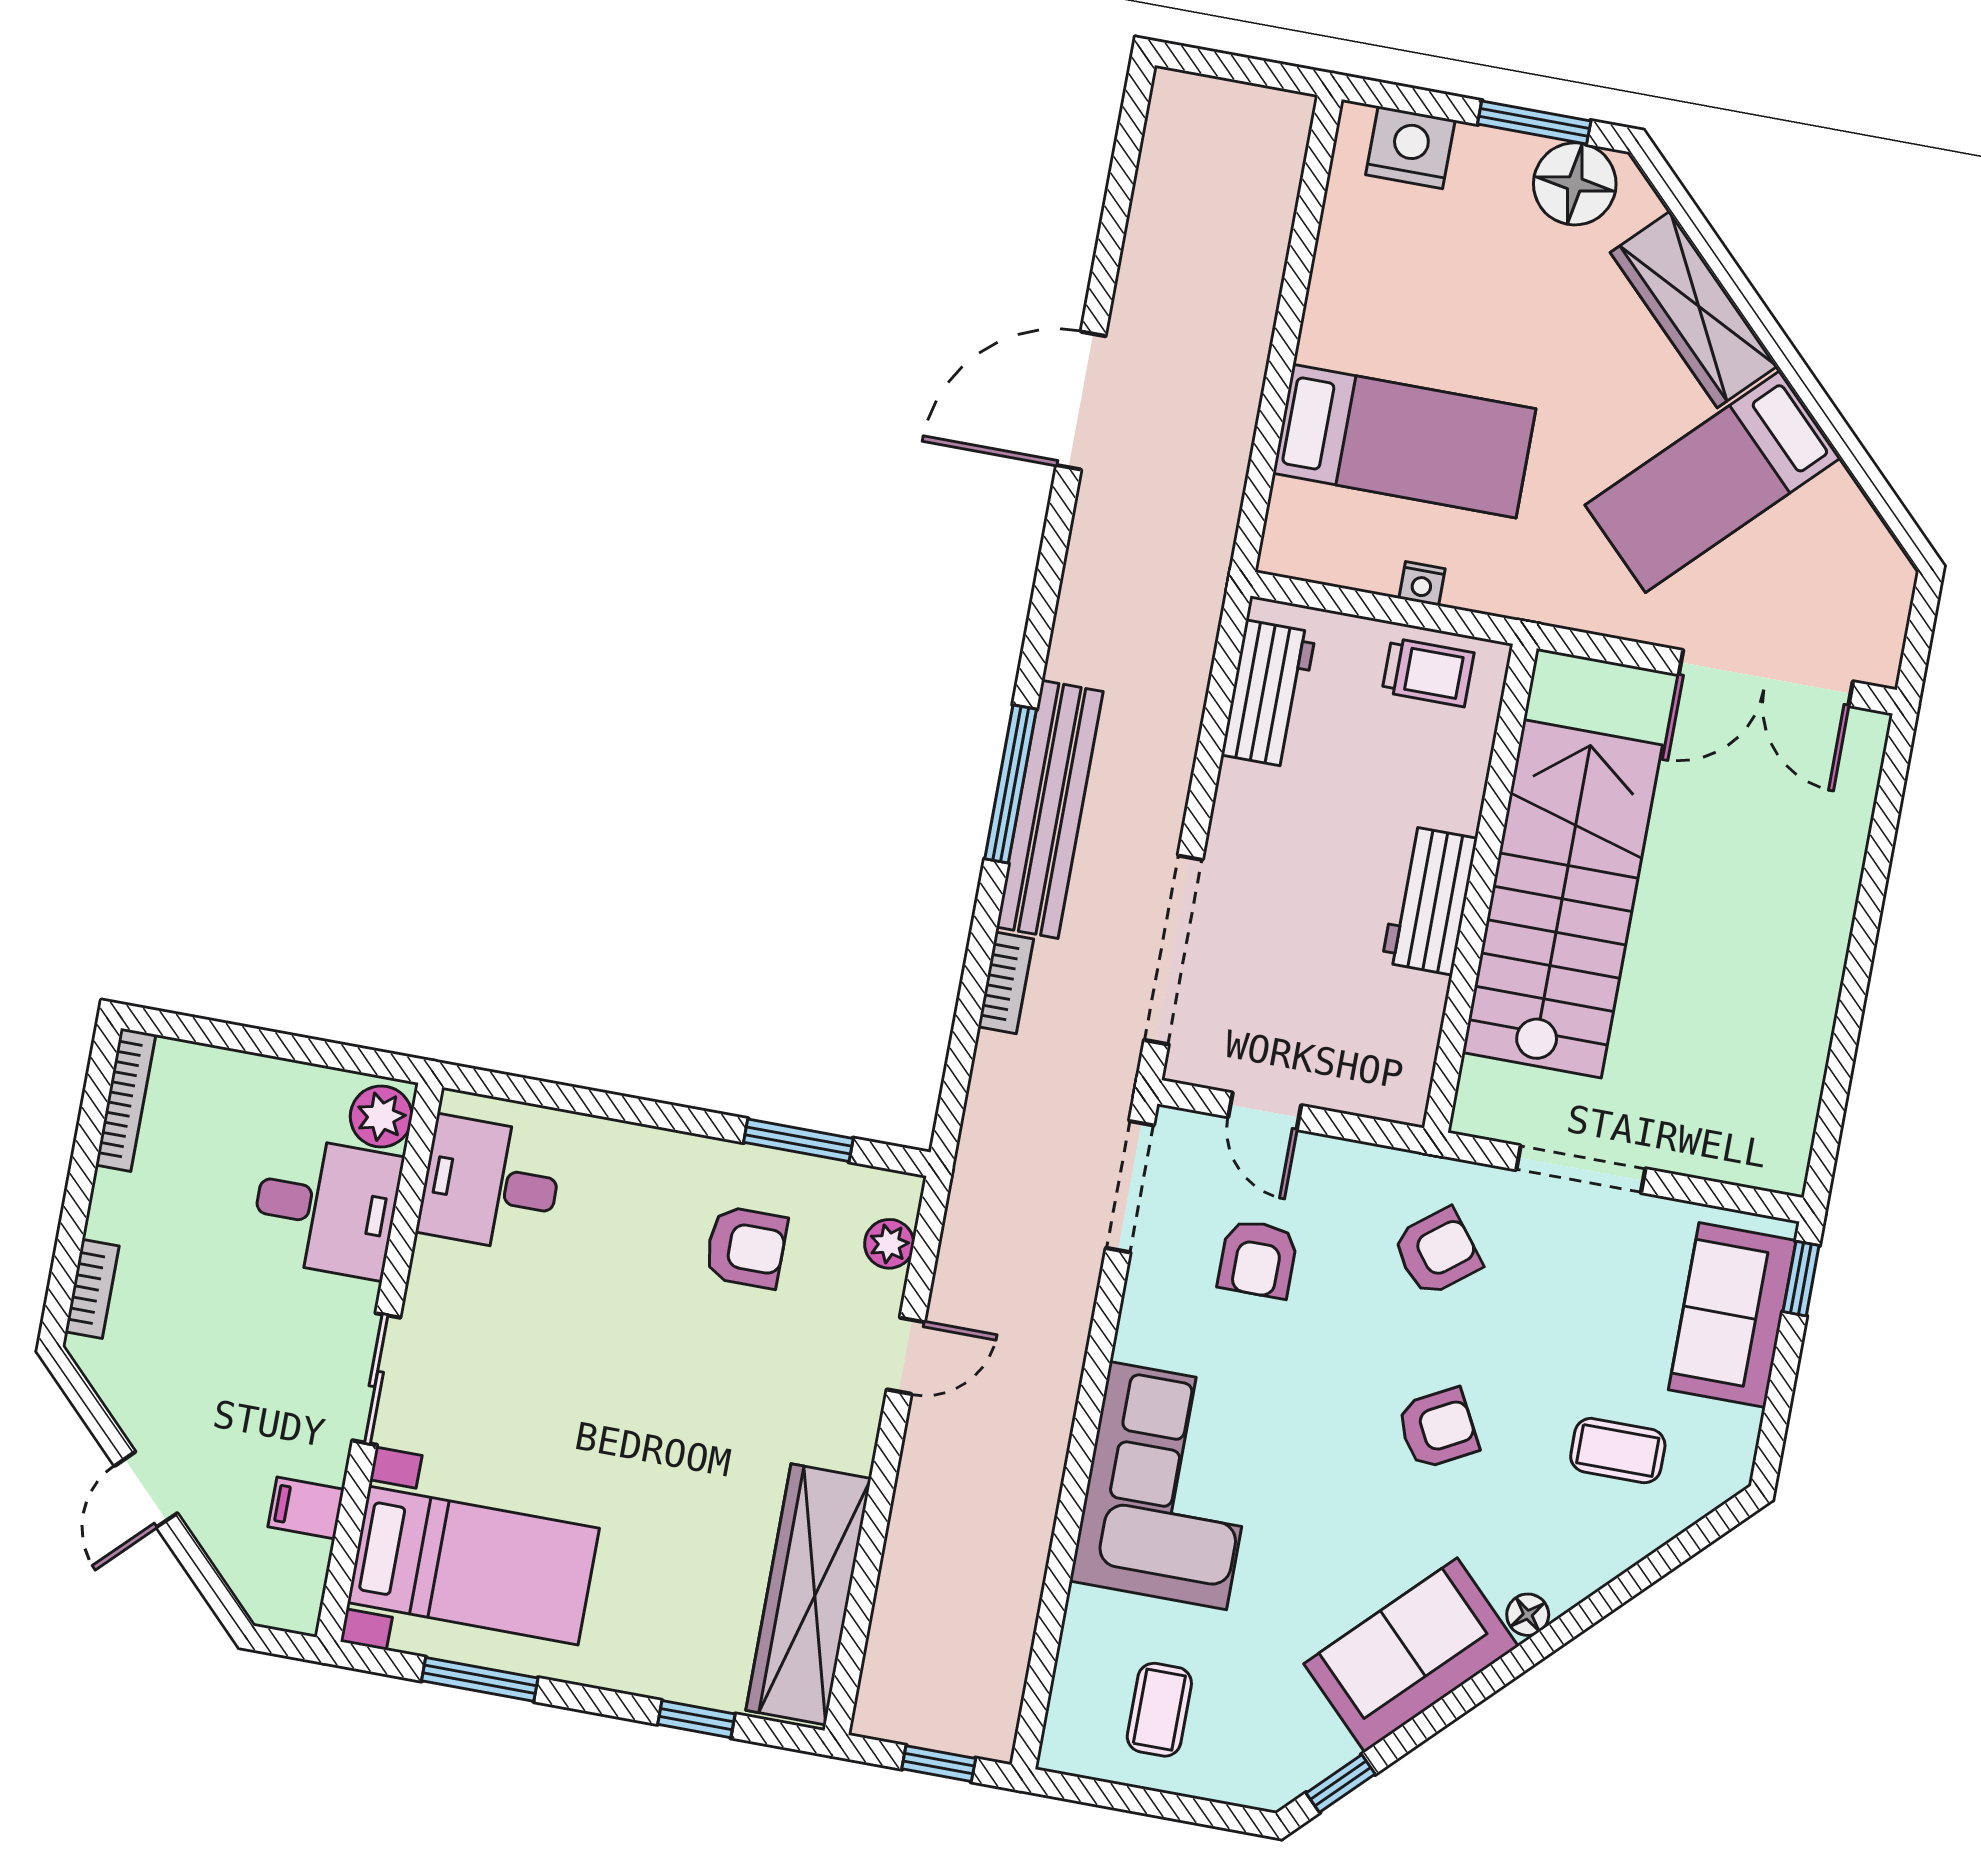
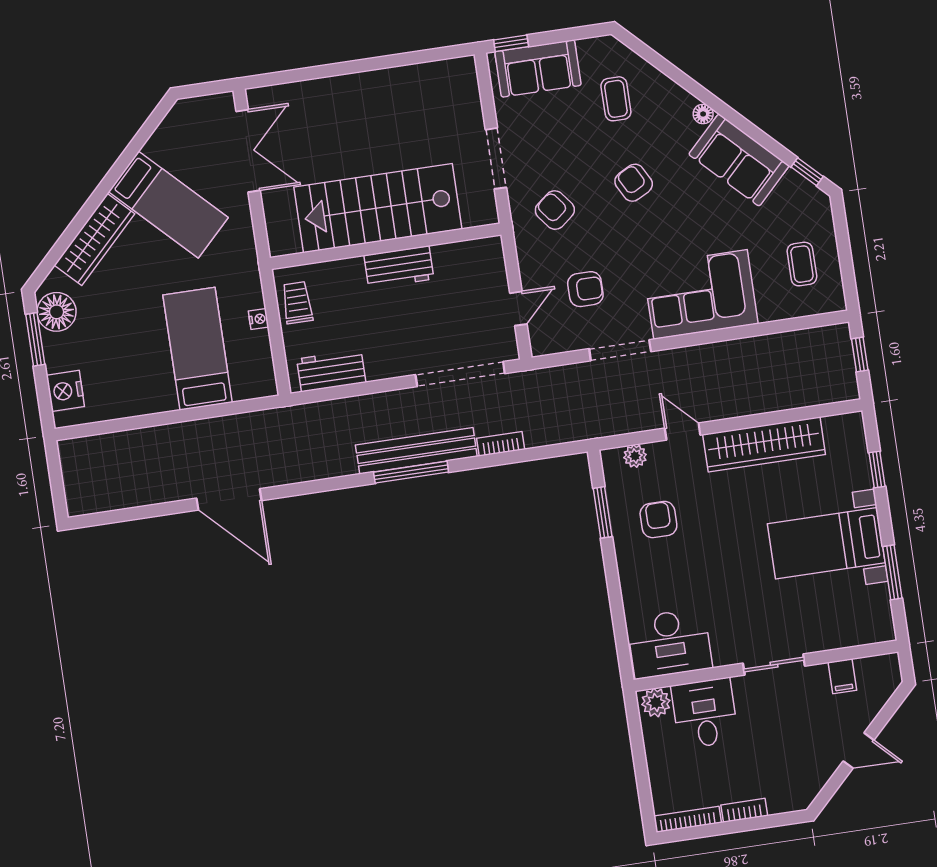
desk: (490, 1184) -> (669, 643), width x1.37
doorway: (1130, 1187) -> (620, 350), moved
bookcase: (92, 1289) -> (744, 810), moved
bed with nightstands: (473, 1565) -> (826, 543), moved, turned -90
wardrobe: (808, 1594) -> (764, 444), moved
coffee table: (1159, 1710) -> (802, 264), turned 90

